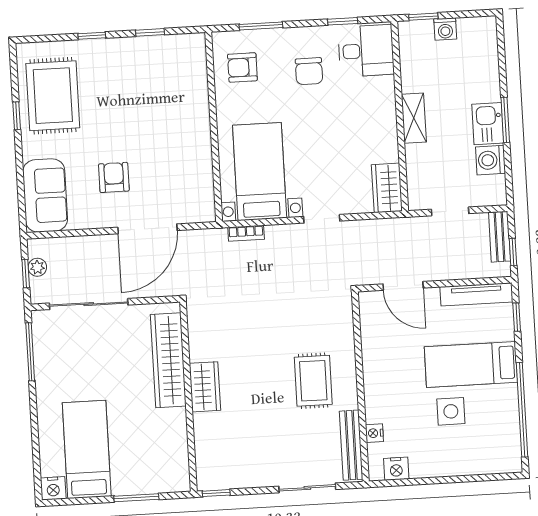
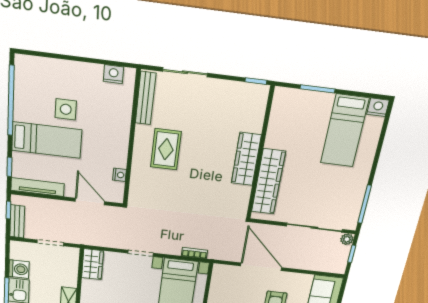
door: (147, 229) -> (261, 267), hinge flipped
plant: (37, 267) -> (347, 239), moved
wardrobe: (205, 387) -> (246, 159), width x1.50
nightstand: (374, 433) -> (120, 175), moved

